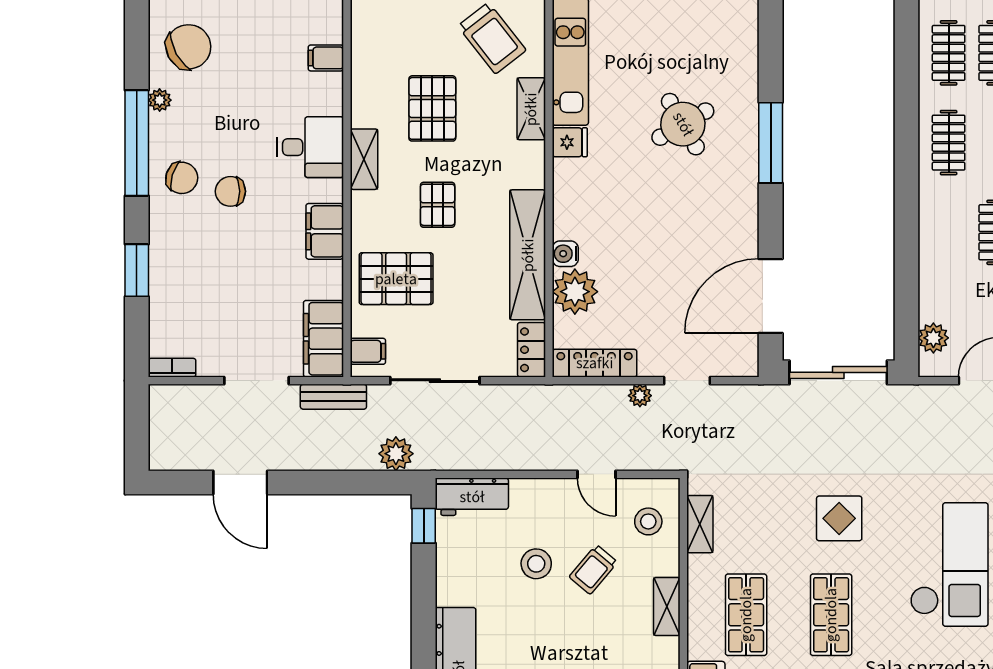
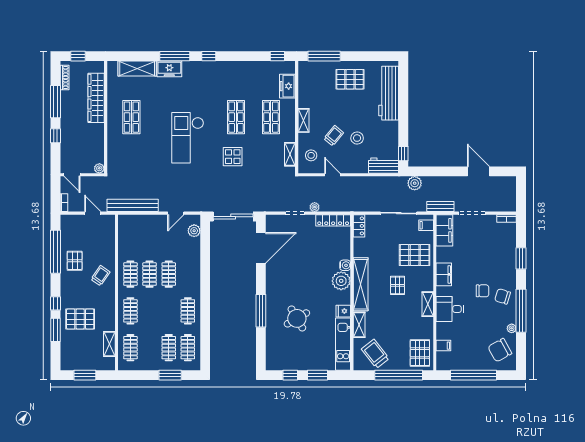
pallet: (432, 108) -> (420, 353), moved
shelving: (528, 255) -> (361, 284), moved
plant: (575, 292) -> (341, 281), moved

